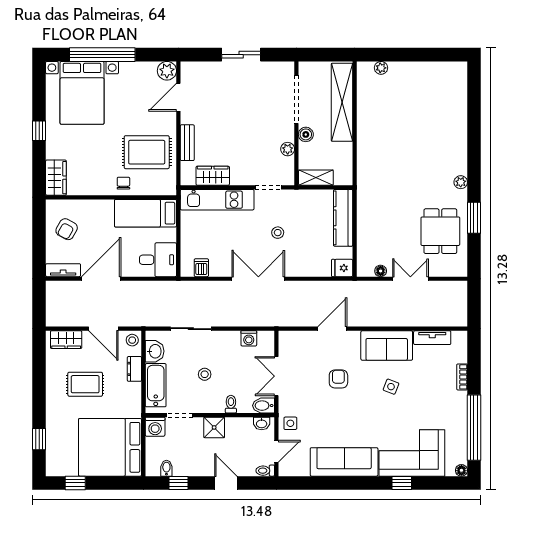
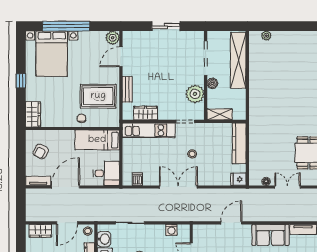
plant: (288, 149) -> (195, 94), width x1.88, depth x1.88
door: (103, 329) -> (67, 223), hinge flipped

